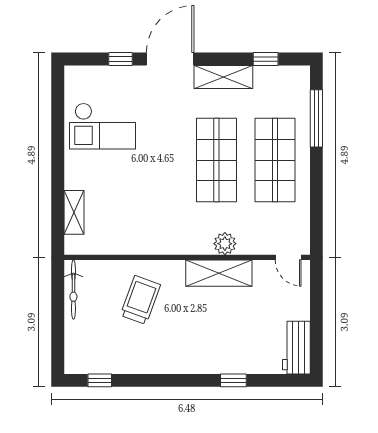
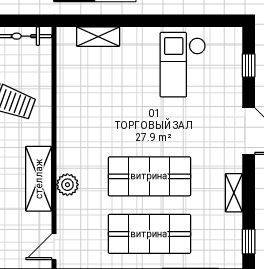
window: (121, 59) -> (249, 65), moved
window: (266, 59) -> (249, 242), moved
shelving: (223, 77) -> (234, 193), width x0.67, depth x0.75

